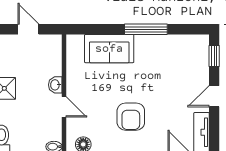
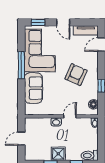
corner sofa: (169, 59) -> (40, 50), added
armchair: (131, 117) -> (76, 75), turned -66

